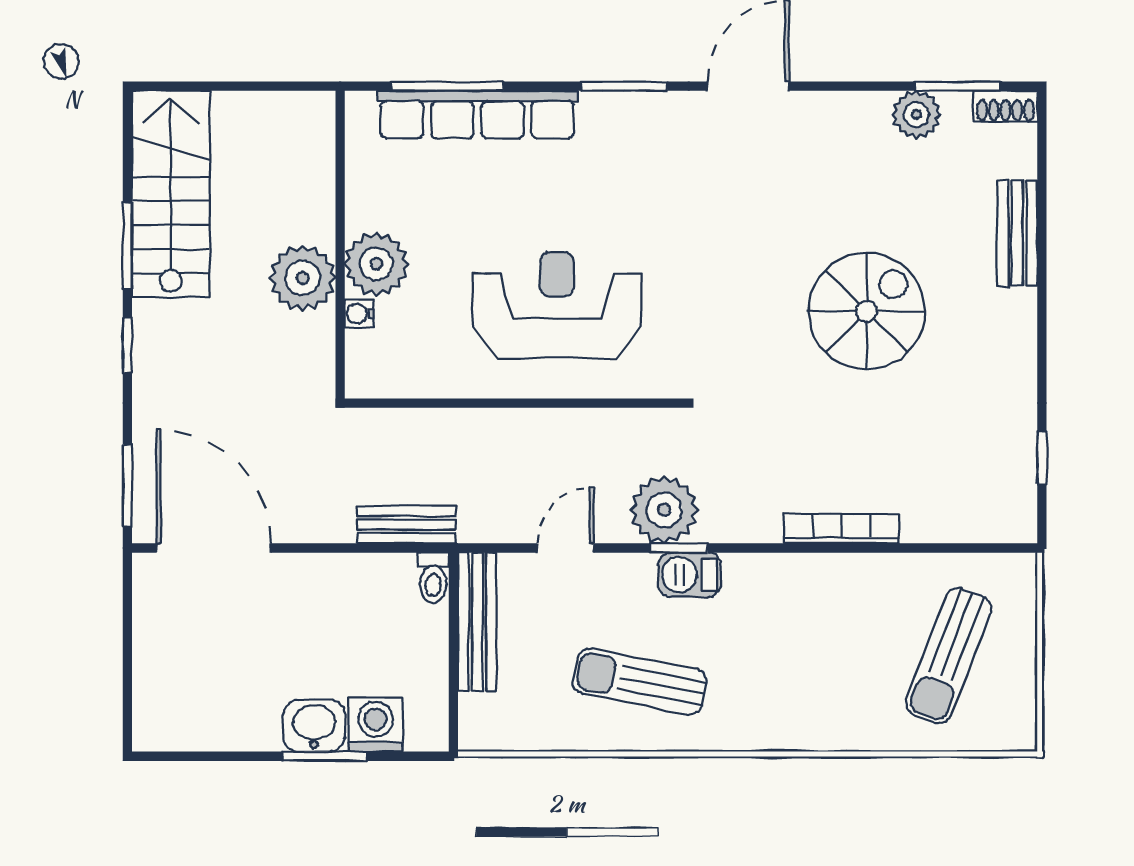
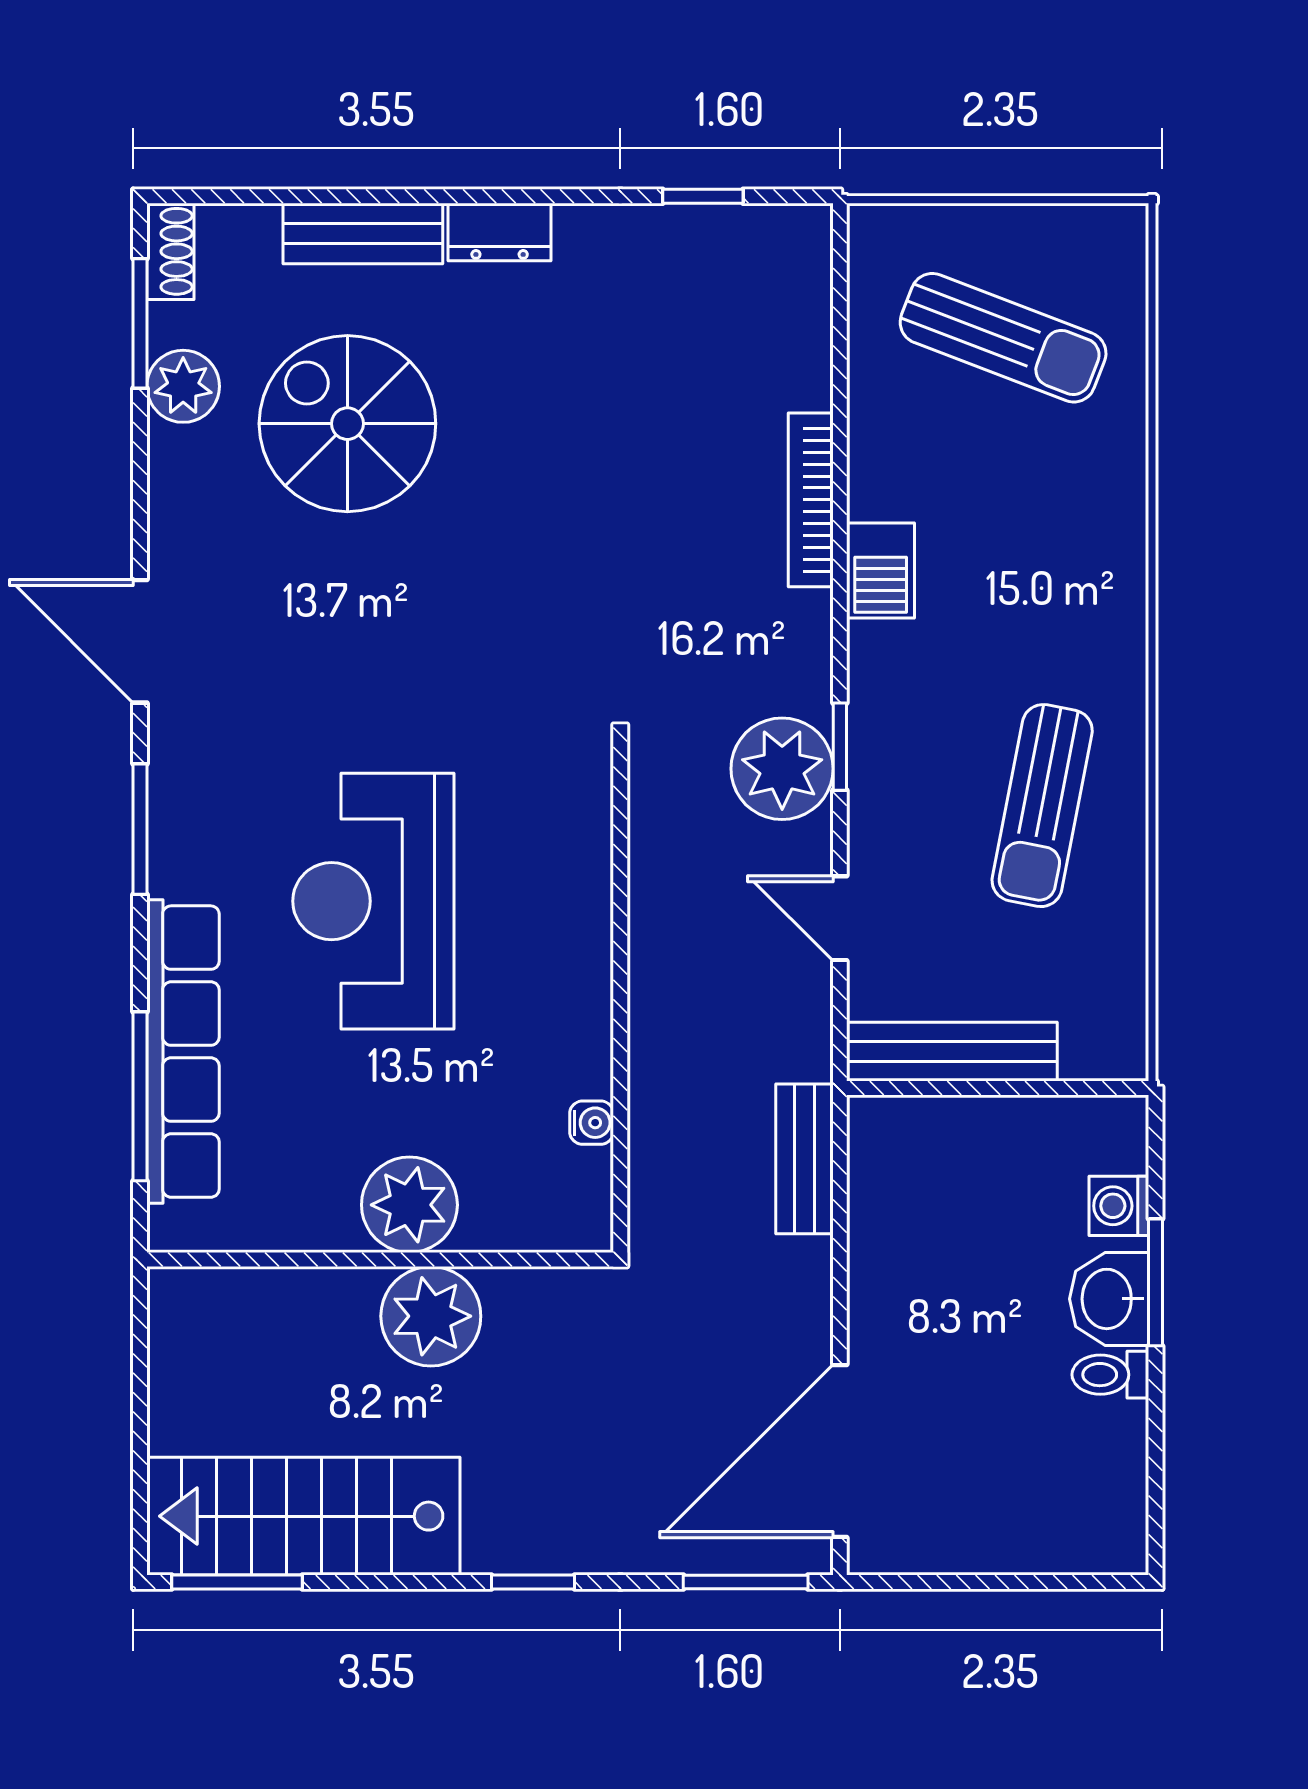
window: (127, 245) -> (237, 1582), moved
reception desk: (557, 305) -> (373, 901), moved
spiral stairs: (867, 311) -> (347, 424), moved
water cooler: (359, 314) -> (592, 1123), moved, turned -90
dresser: (1018, 323) -> (500, 232), added
barbecue: (689, 575) -> (881, 571), moved
toilet: (433, 578) -> (1110, 1375), moved, turned 180
washing machine: (376, 725) -> (1119, 1206), width x0.73, depth x0.73

